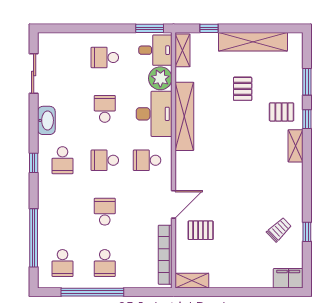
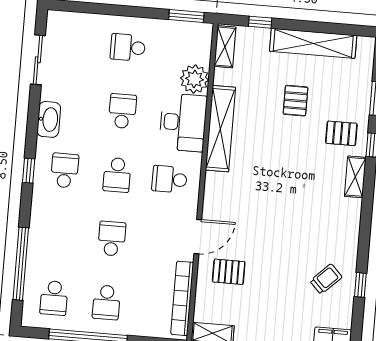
desk: (155, 50) -> (191, 44), removed
school desk: (63, 160) -> (65, 170), turned 180
school desk: (105, 160) -> (117, 175), turned -90

